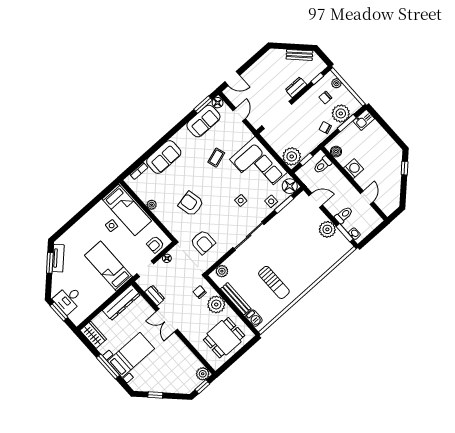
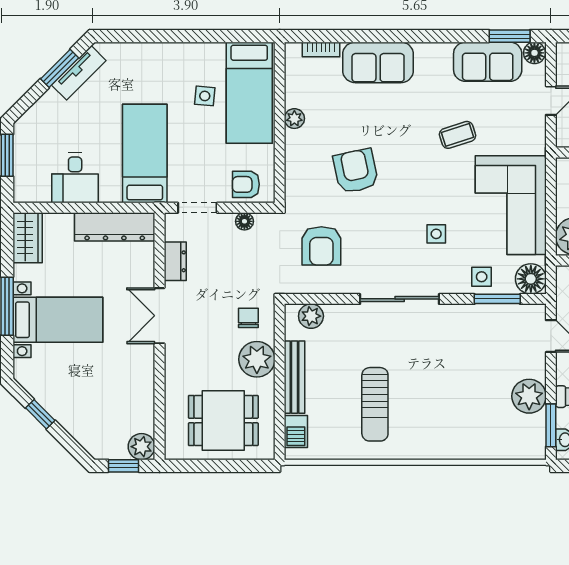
desk: (68, 299) -> (75, 178), moved, turned -90

